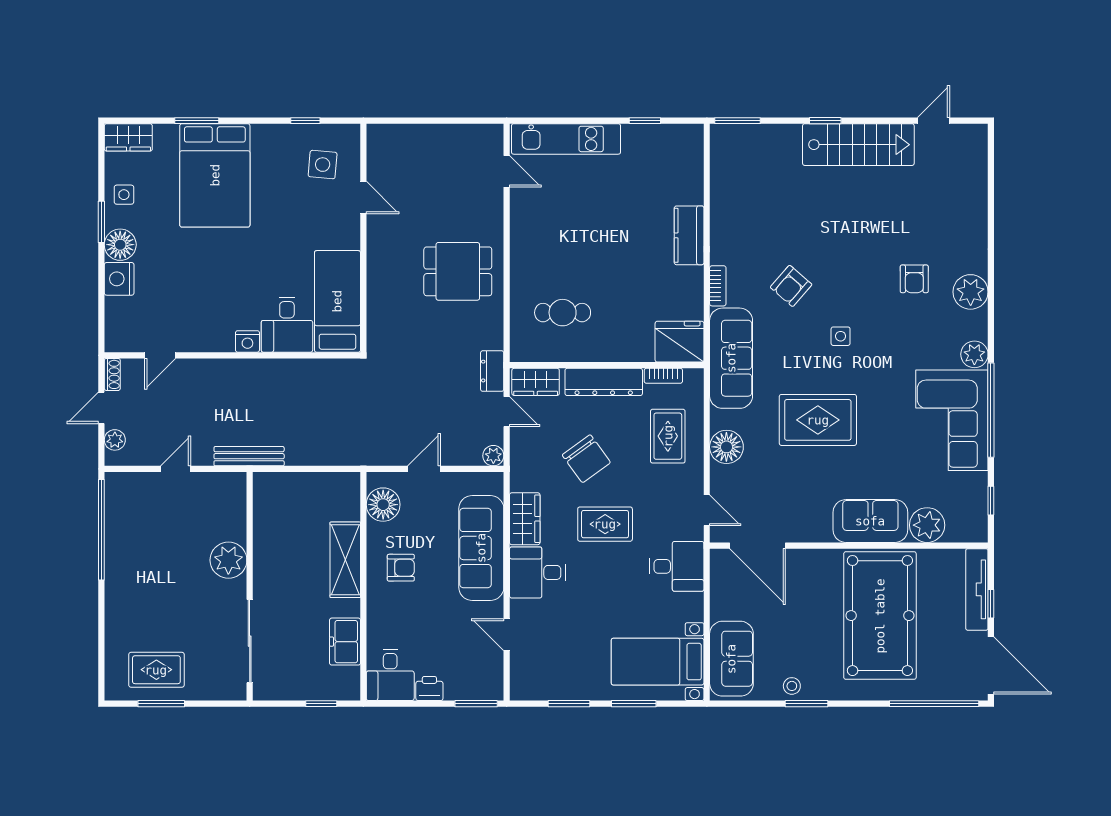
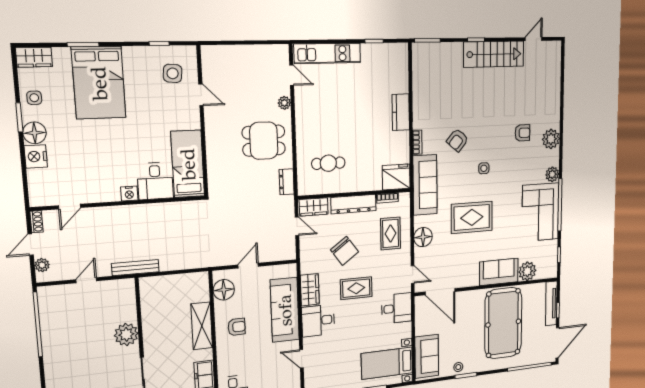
armchair: (914, 279) -> (522, 133), turned -90
dresser: (492, 371) -> (287, 182), moved
plant: (493, 456) -> (284, 103), moved
door: (991, 665) -> (557, 343), hinge flipped

